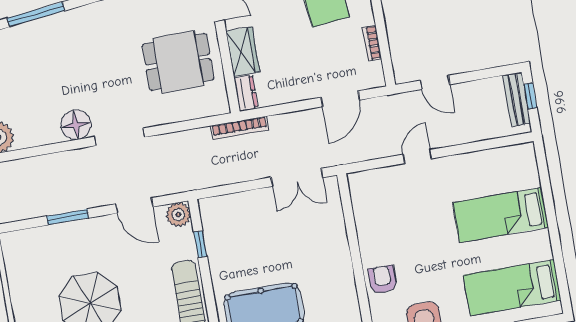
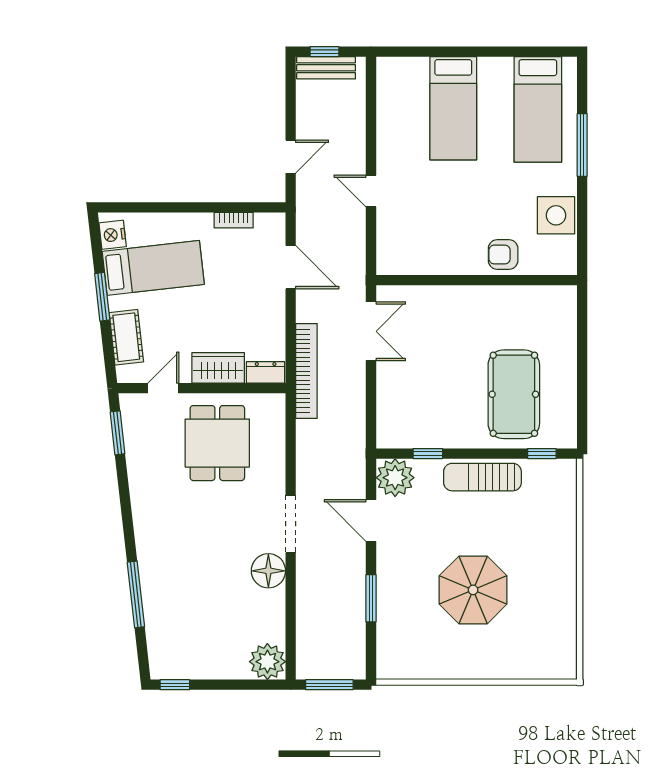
bookcase: (240, 128) -> (306, 371), width x1.48, depth x1.31
door: (134, 205) -> (371, 520), swing flipped
plant: (178, 215) -> (395, 478), width x1.36, depth x1.36

